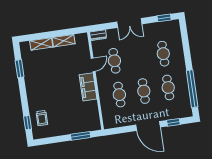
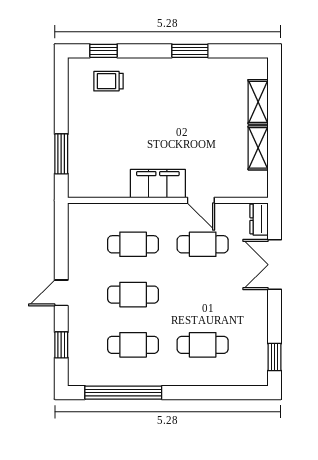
double door: (129, 23) -> (274, 265), moved
window: (20, 69) -> (190, 51), moved
door: (148, 126) -> (61, 293), width x0.53

